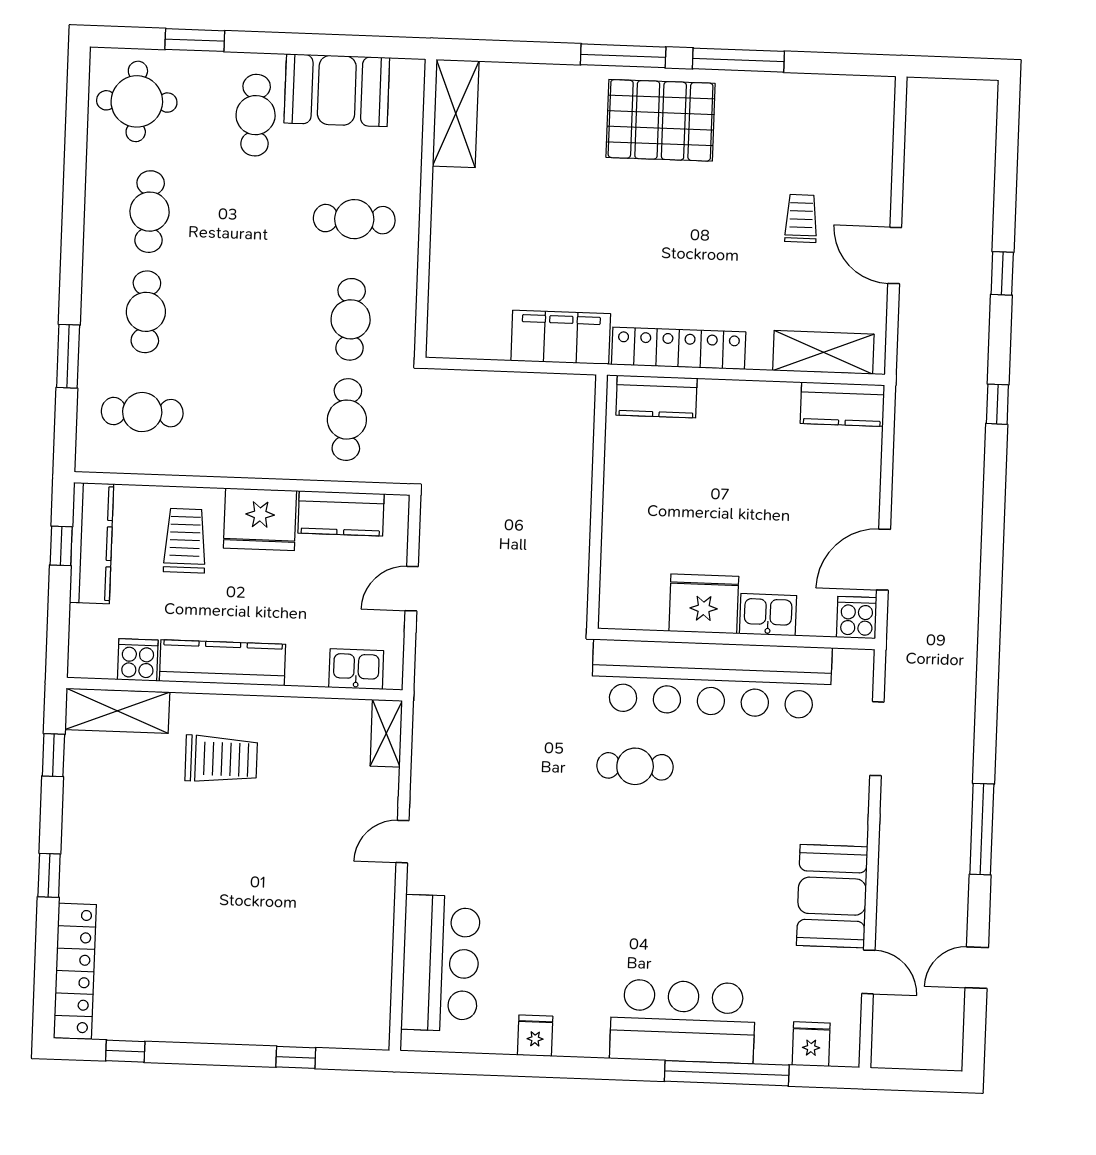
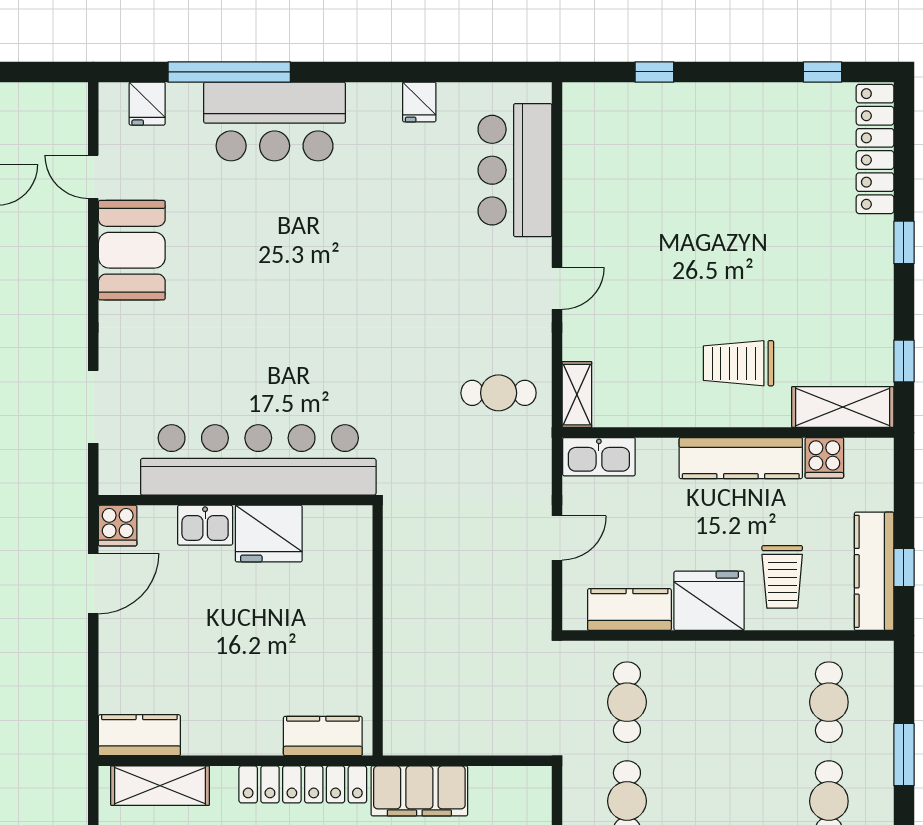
cafe table: (142, 412) -> (829, 702), turned 90
kitchen sink: (356, 669) -> (599, 457), width x1.38
cafe table: (635, 766) -> (499, 393), moved

